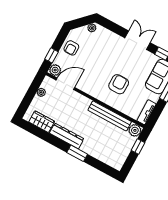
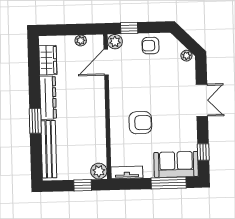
double door: (138, 40) -> (202, 100), moved
door: (65, 84) -> (106, 62), swing flipped
bench: (110, 116) -> (49, 149), moved

